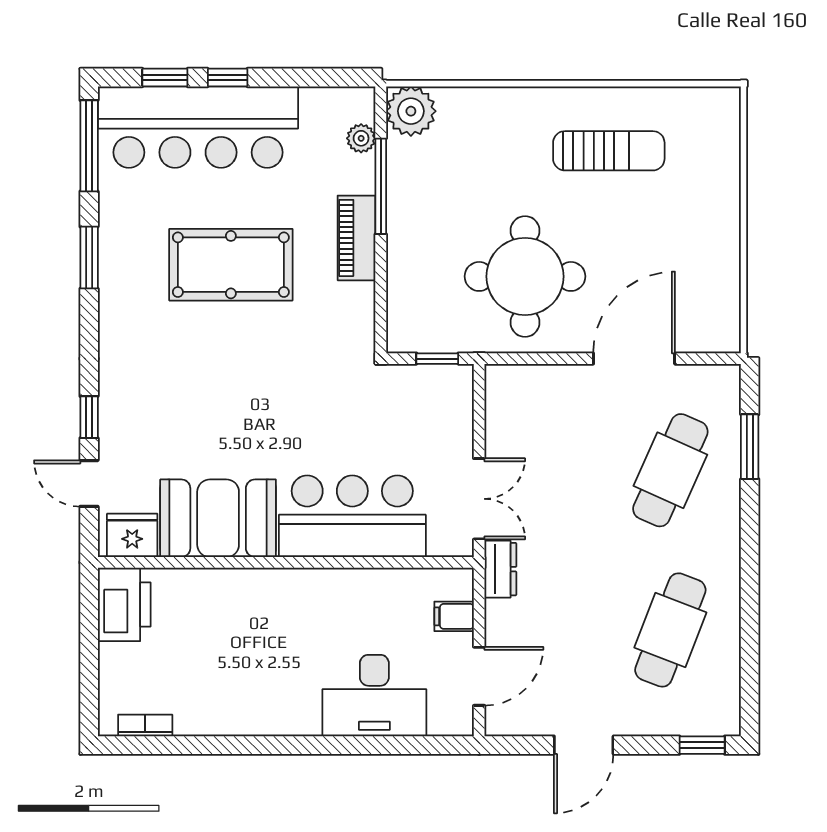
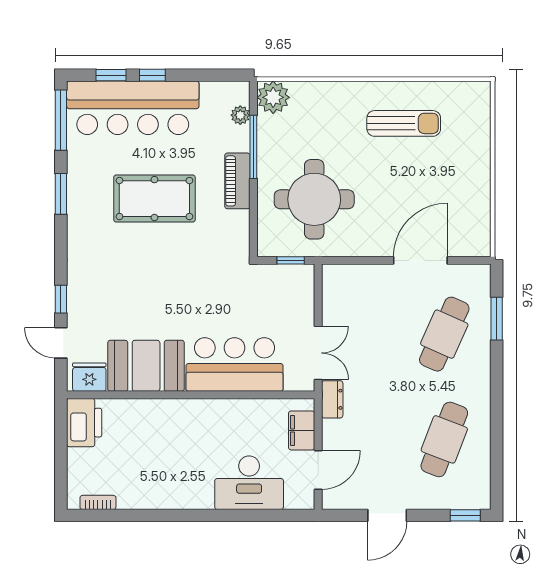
round table: (525, 276) -> (314, 199), moved
filing cabinet: (454, 616) -> (302, 430), width x2.00

